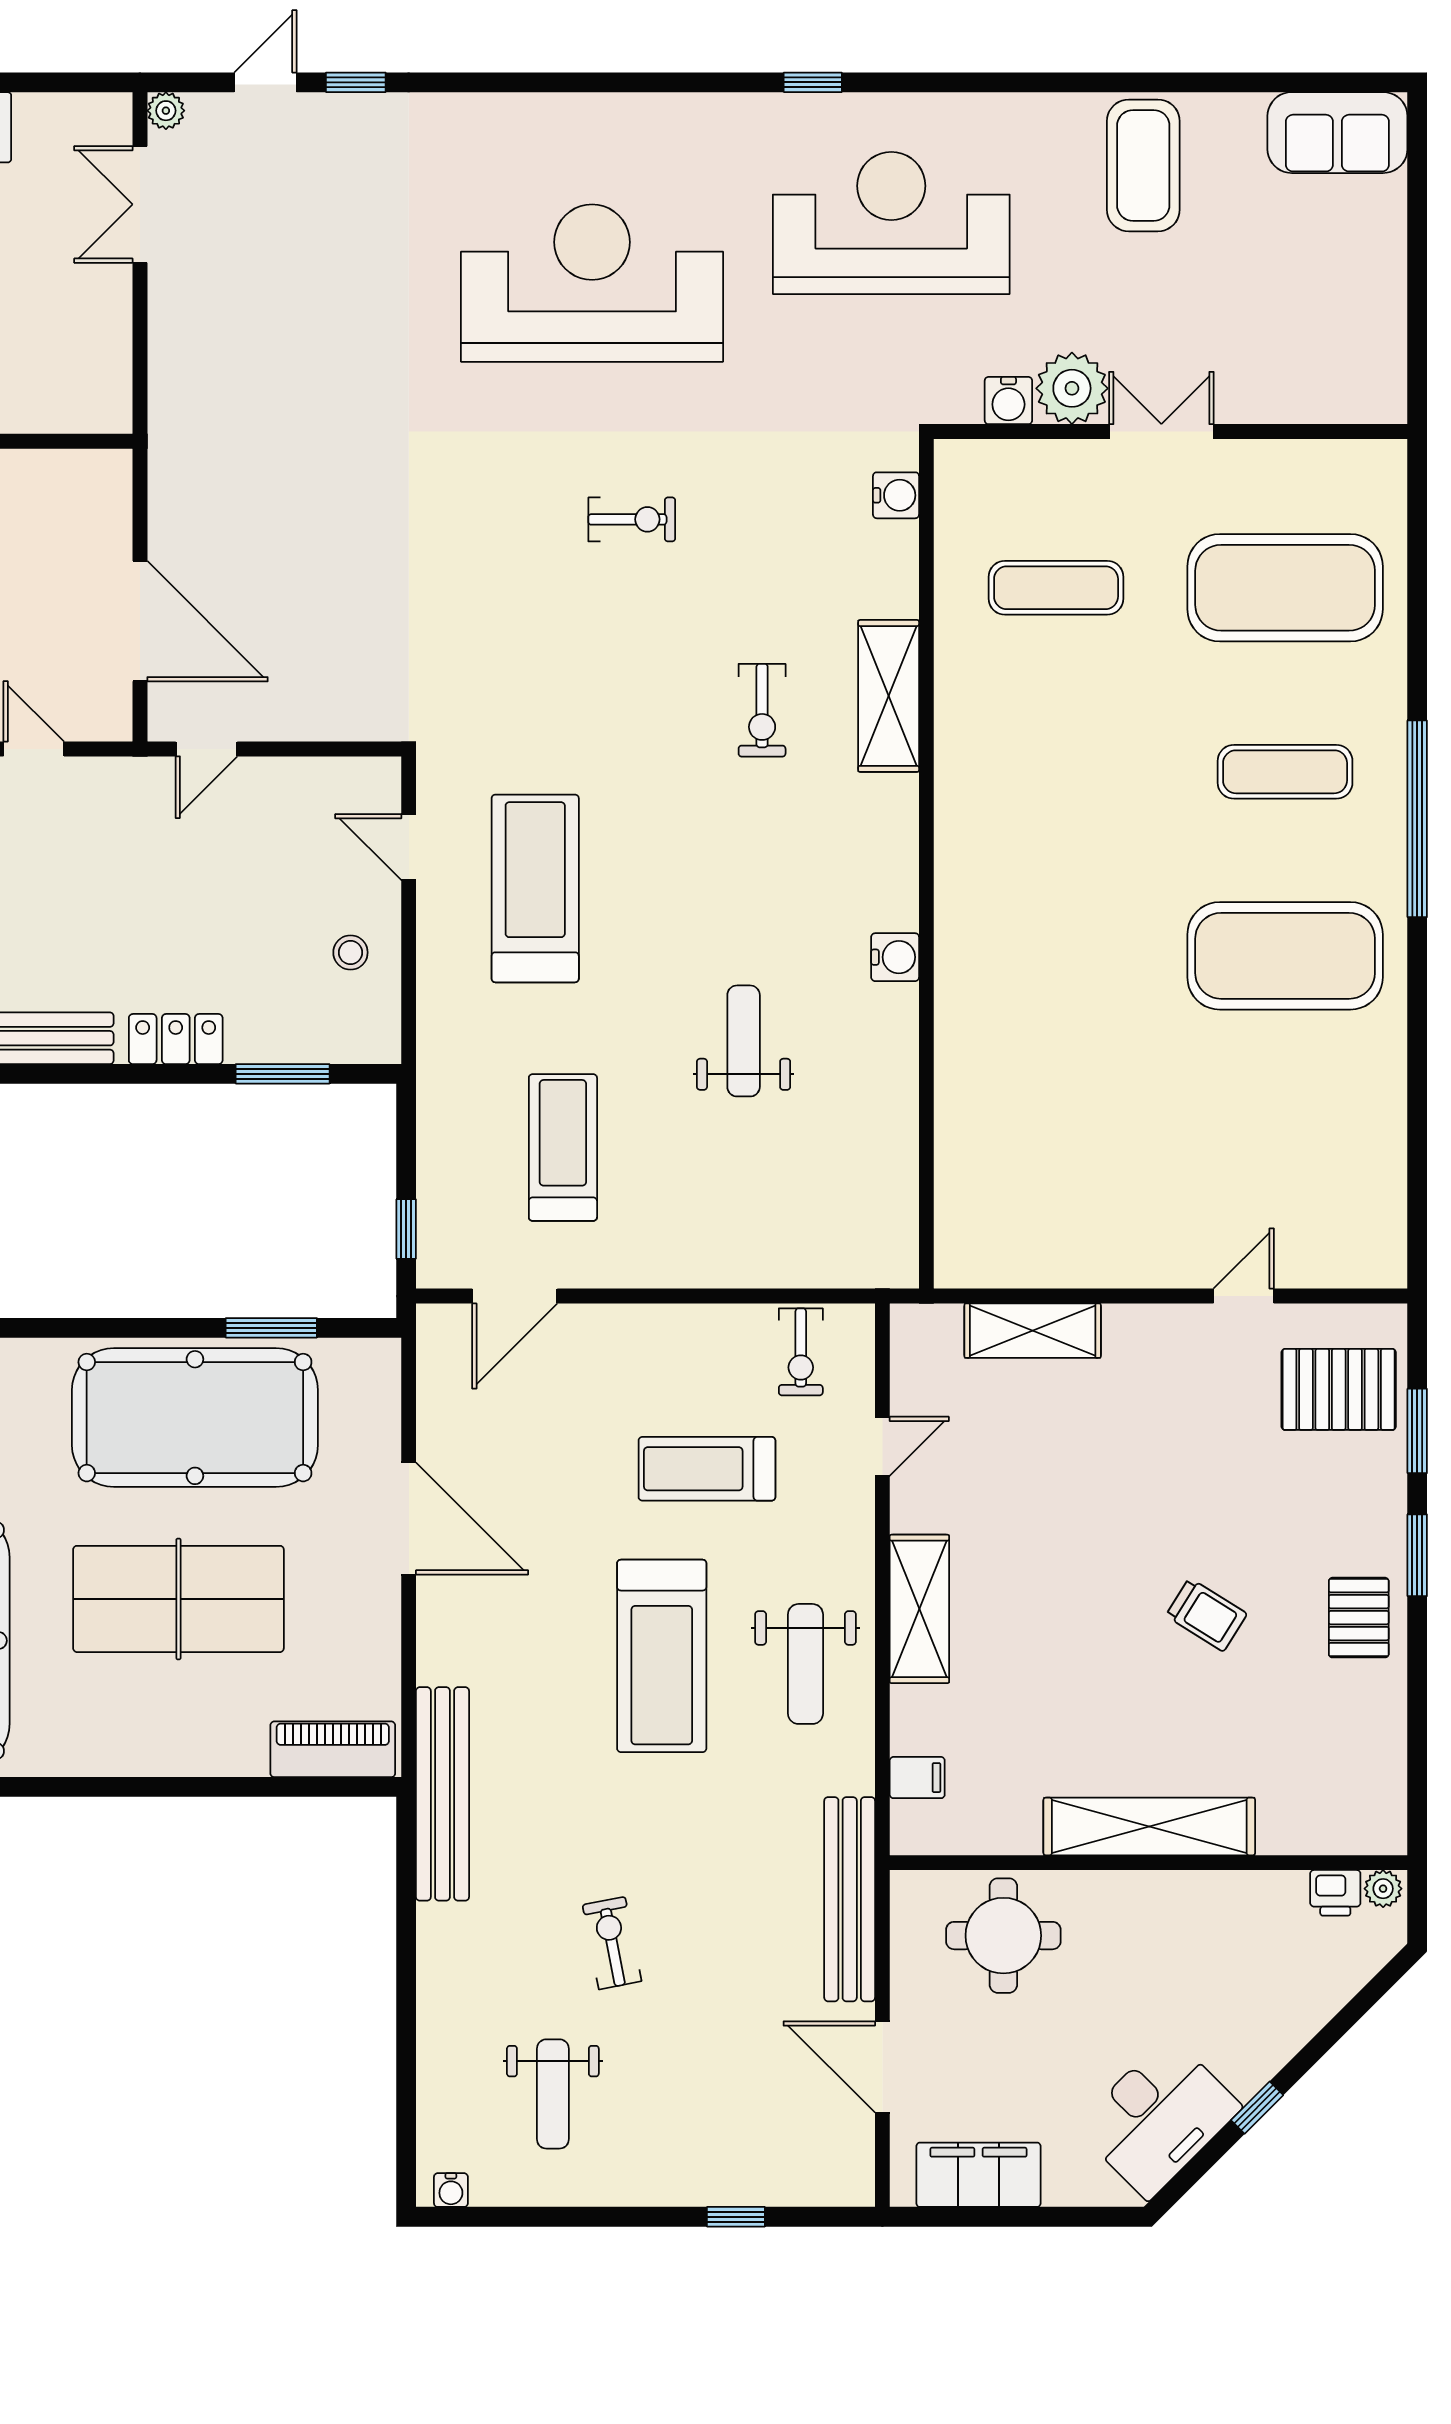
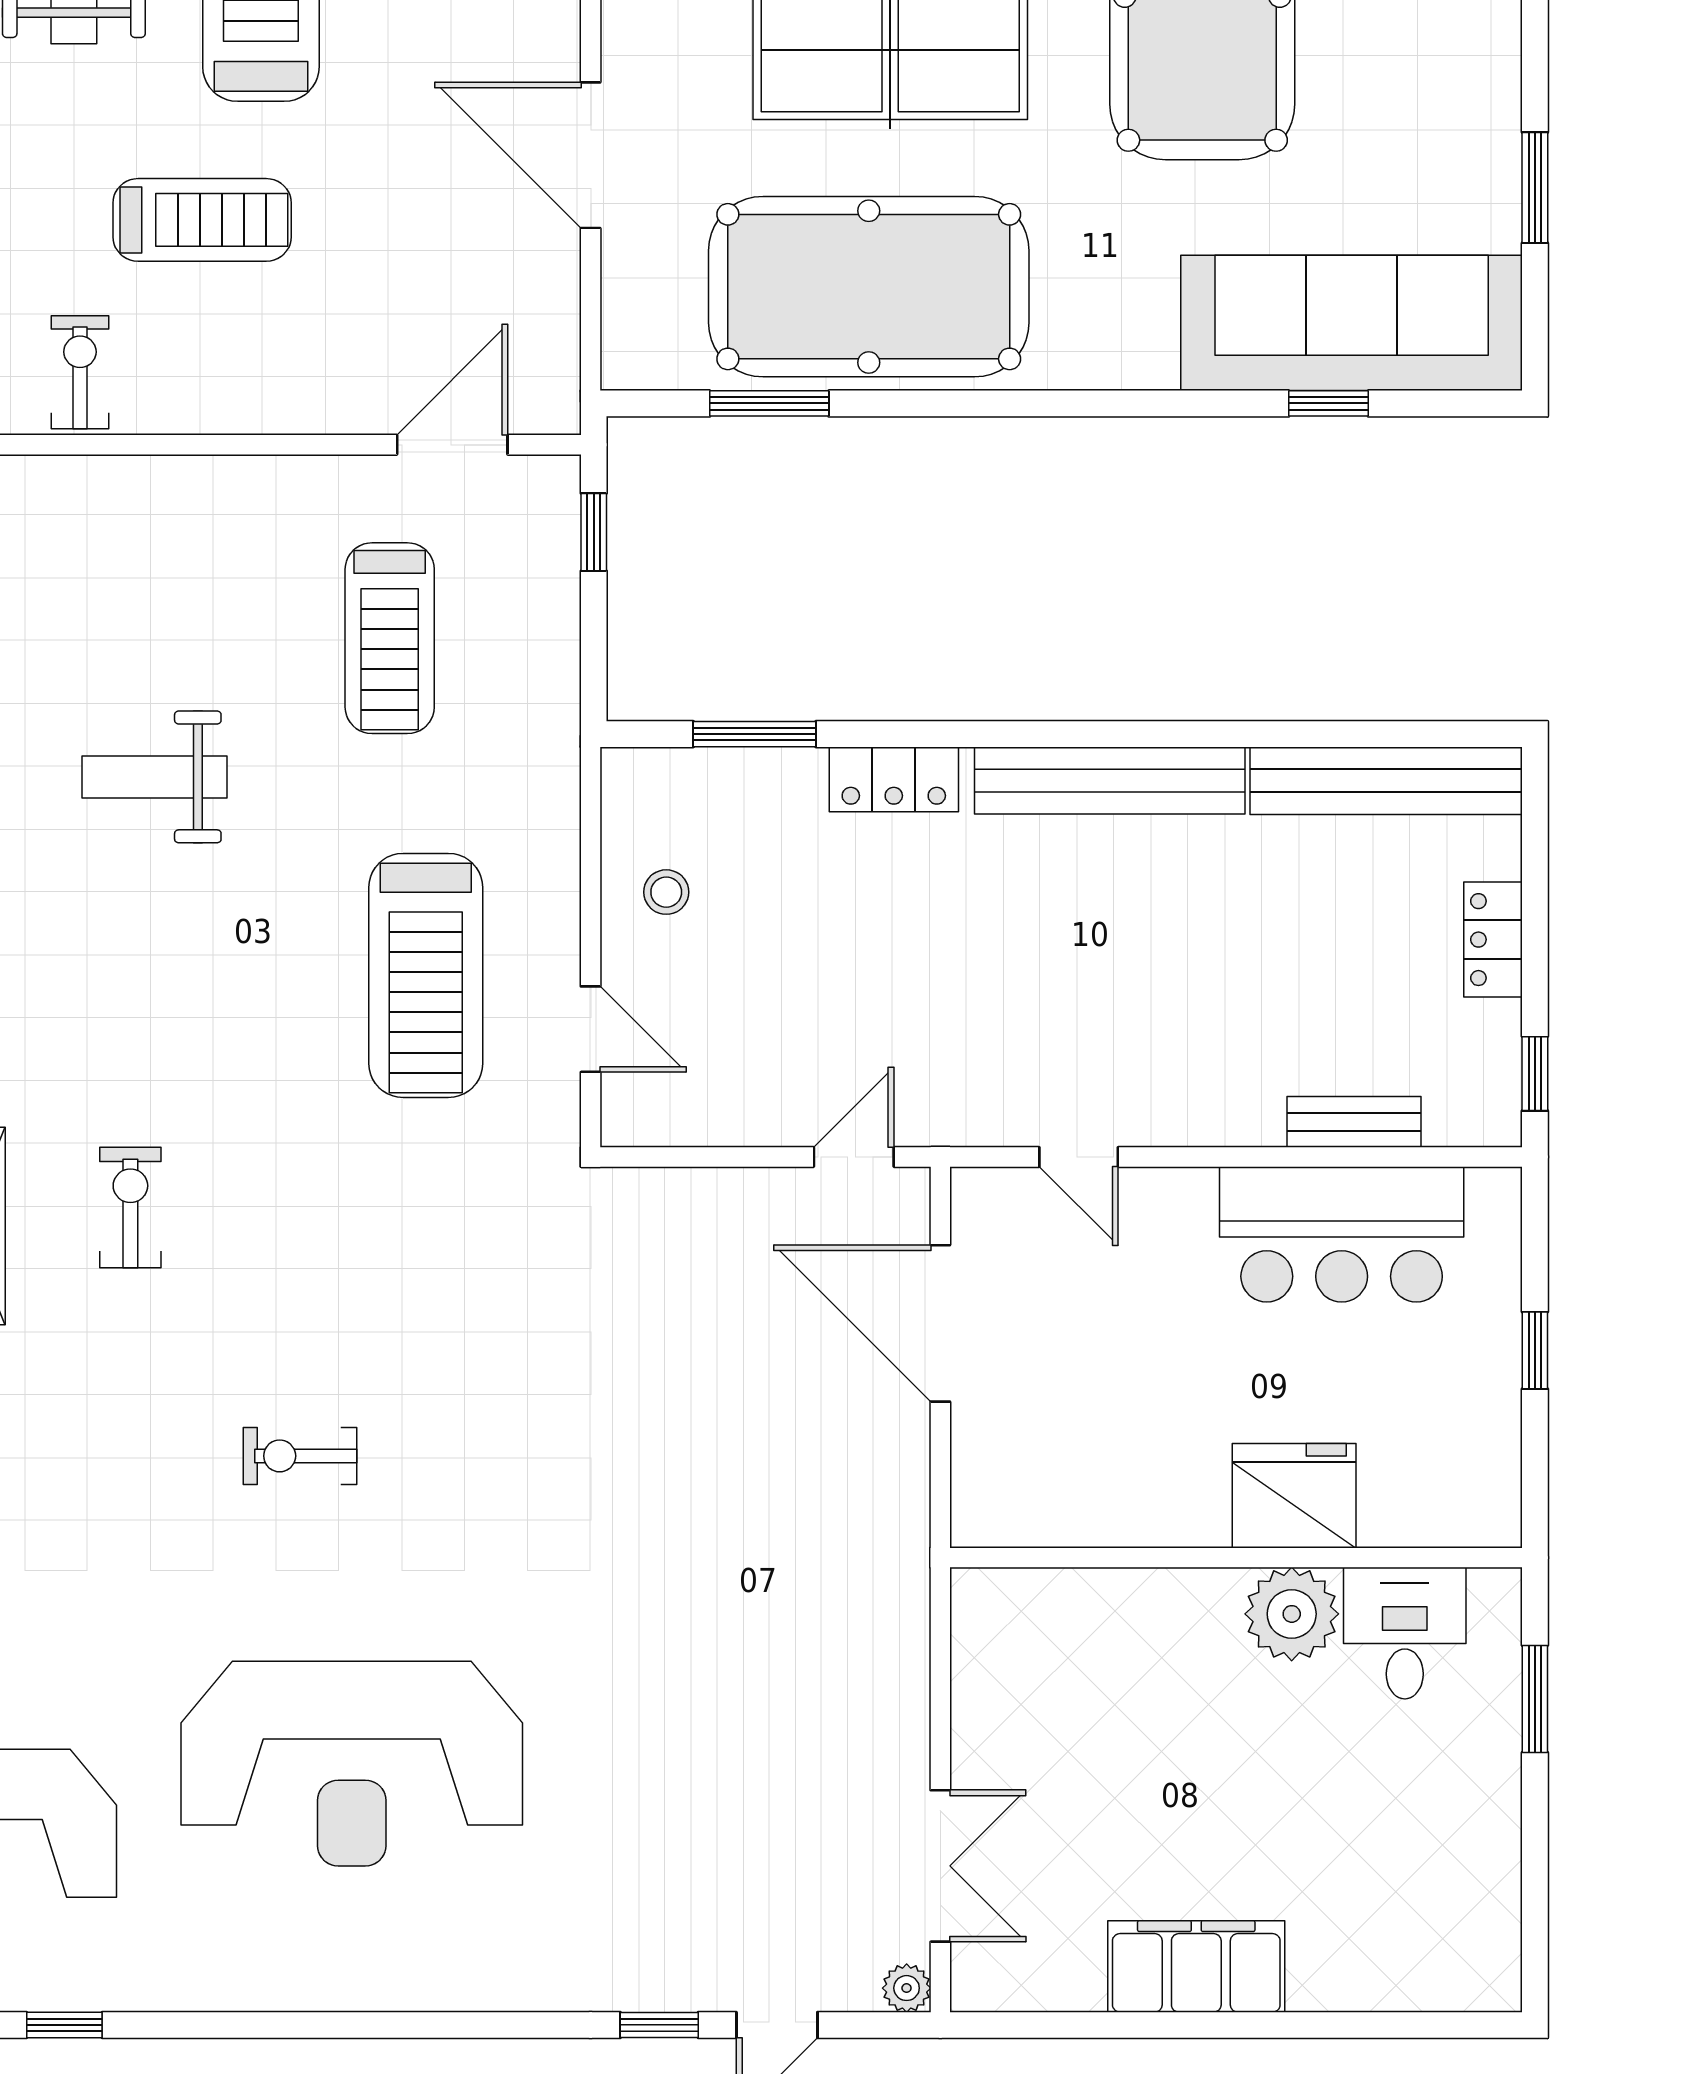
weight bench: (744, 1041) -> (154, 777), turned 90

